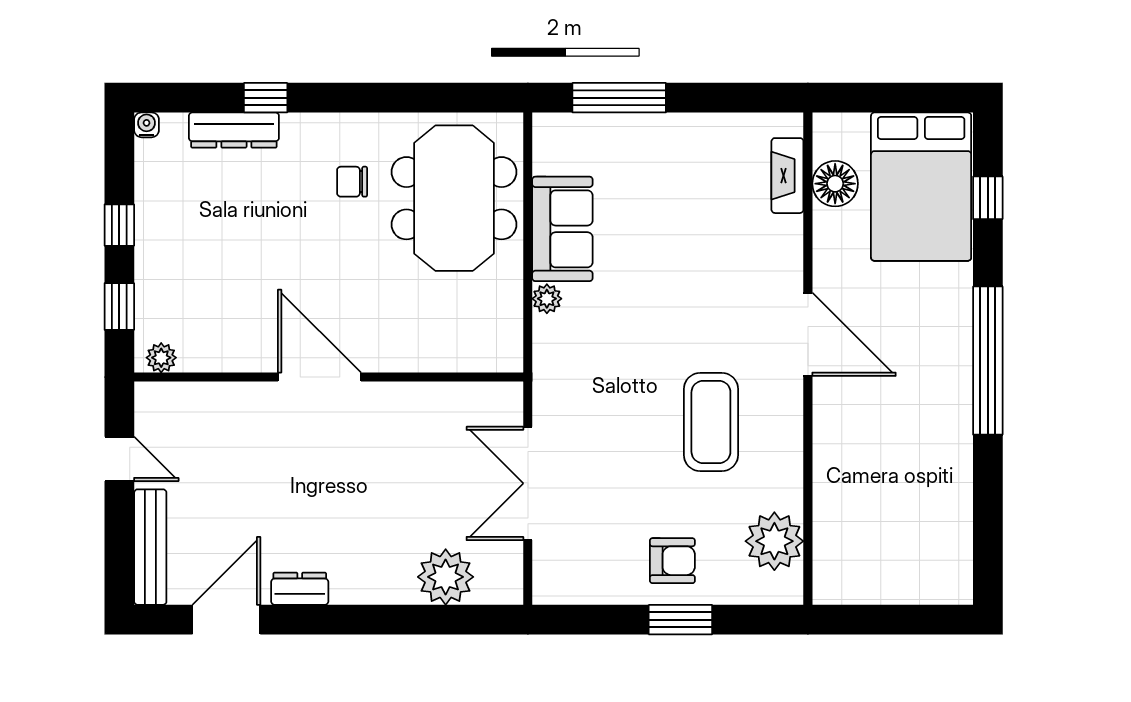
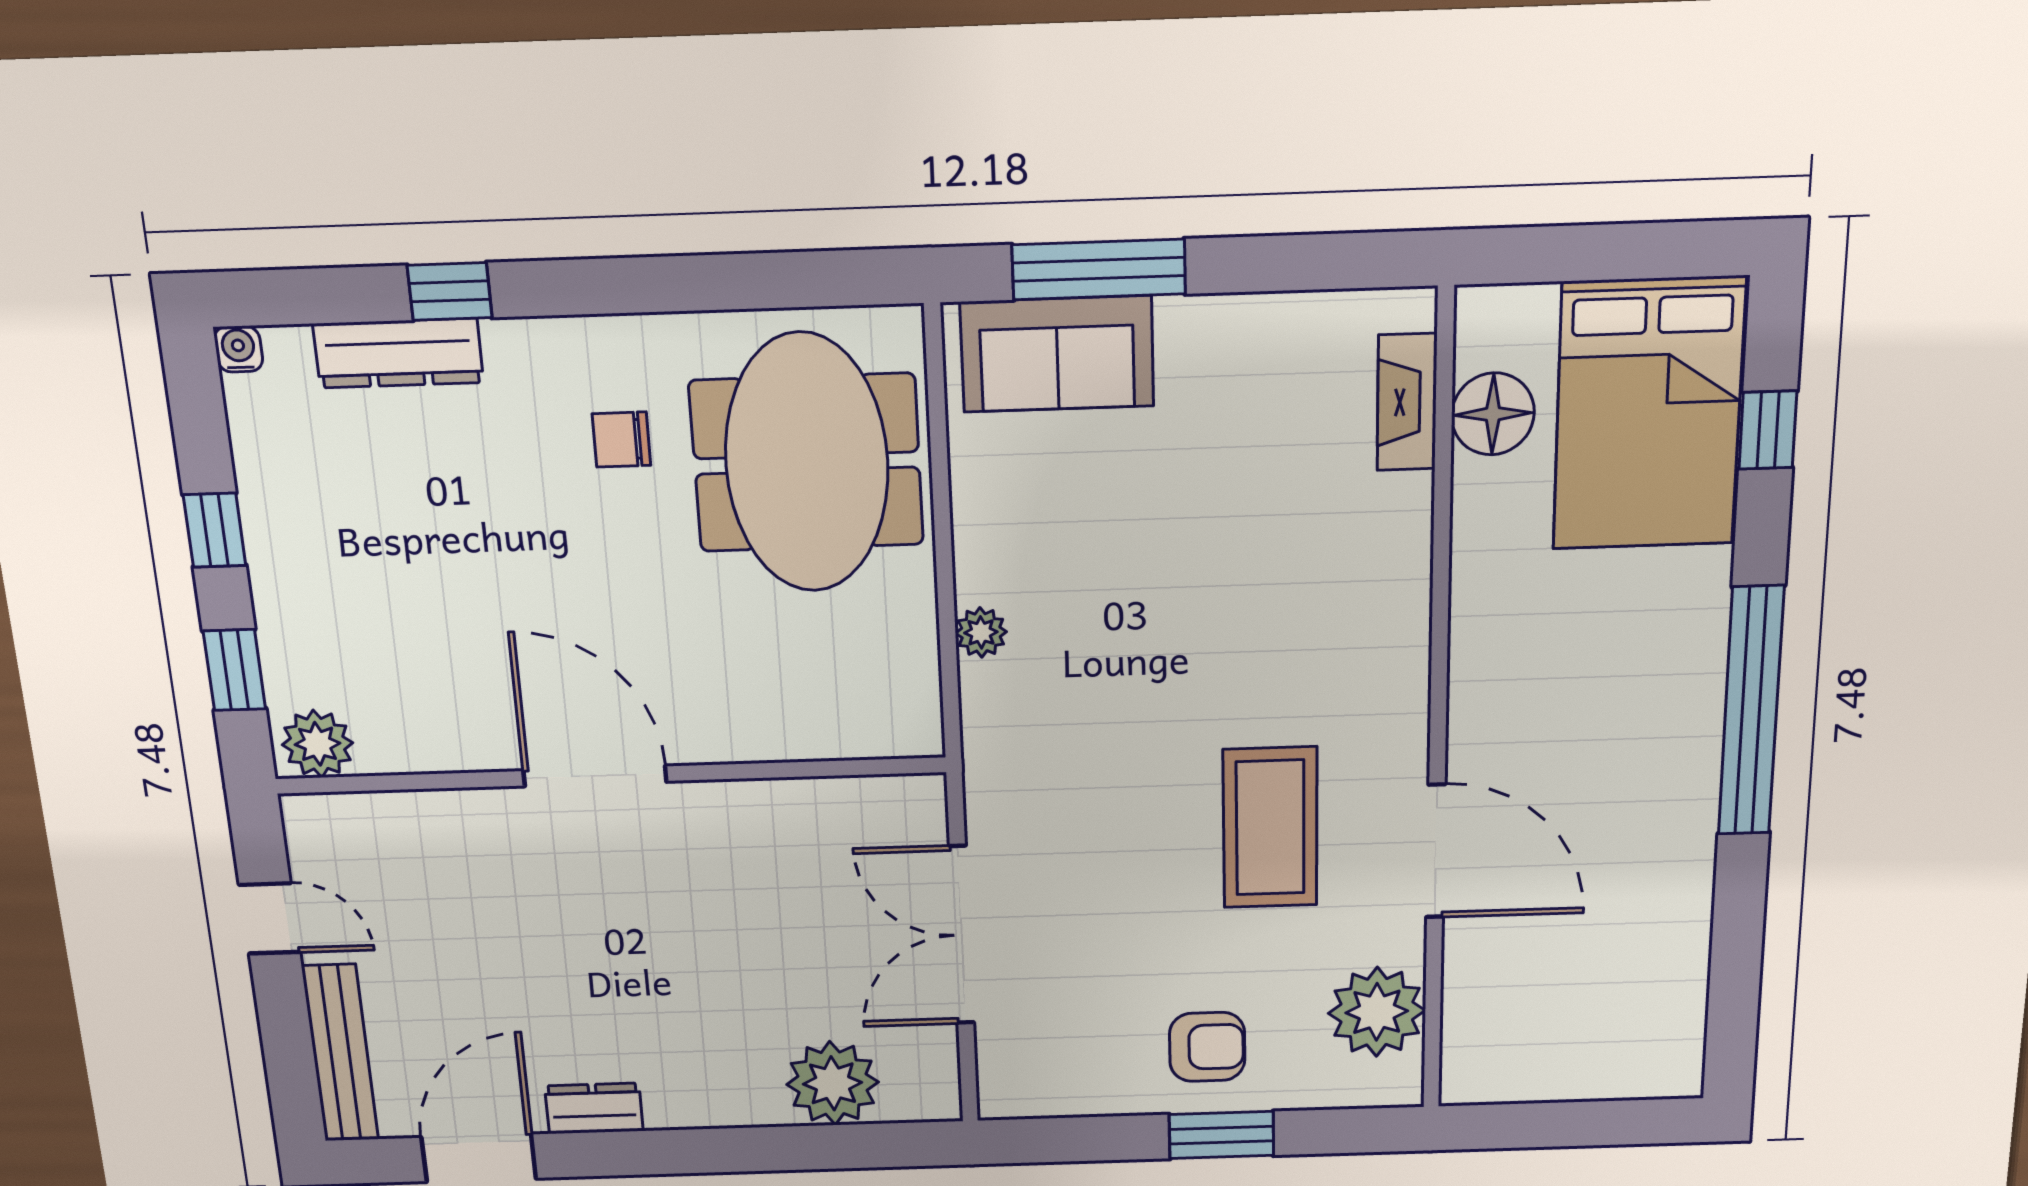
sofa: (562, 229) -> (1057, 354), moved, turned 90
door: (808, 334) -> (1436, 851), moved
plant: (161, 358) -> (318, 744), width x1.38, depth x1.38

